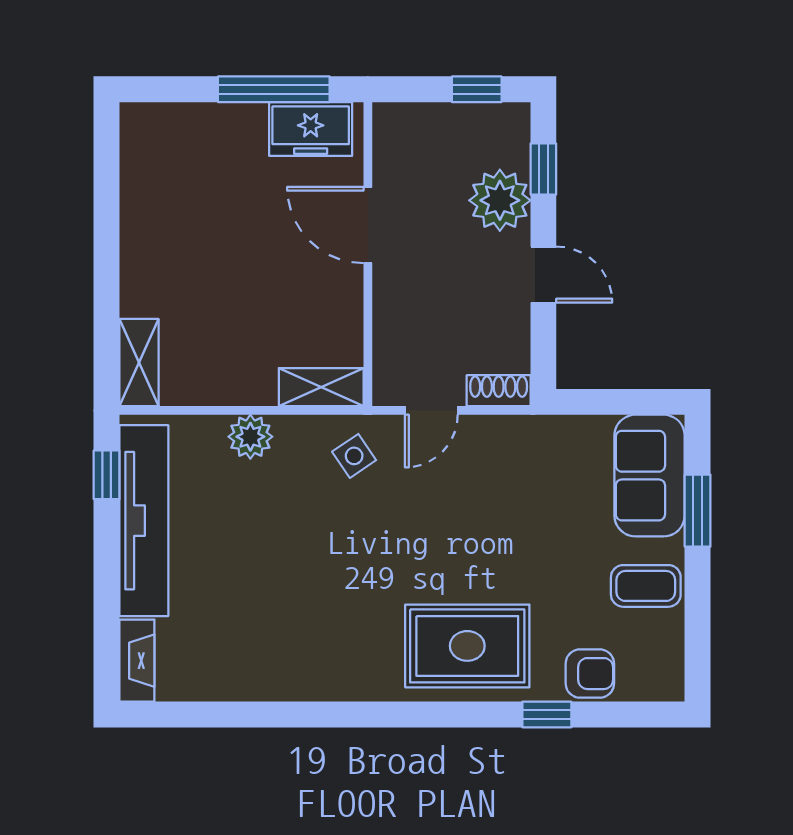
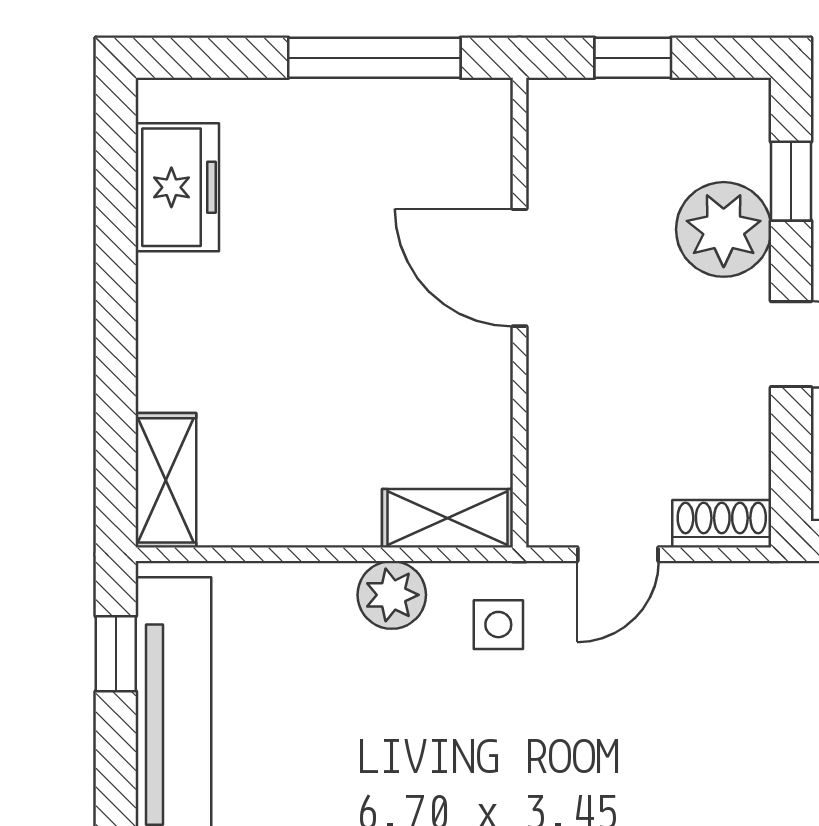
window: (477, 89) -> (633, 58), moved
freezer: (311, 129) -> (177, 187), moved, turned -90
plant: (250, 437) -> (392, 595), moved
side table: (354, 456) -> (498, 625), turned 34

